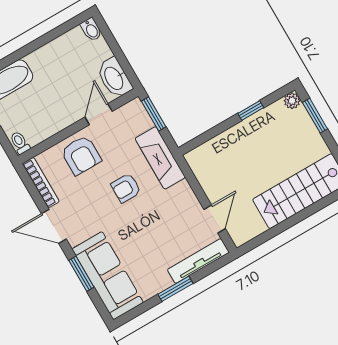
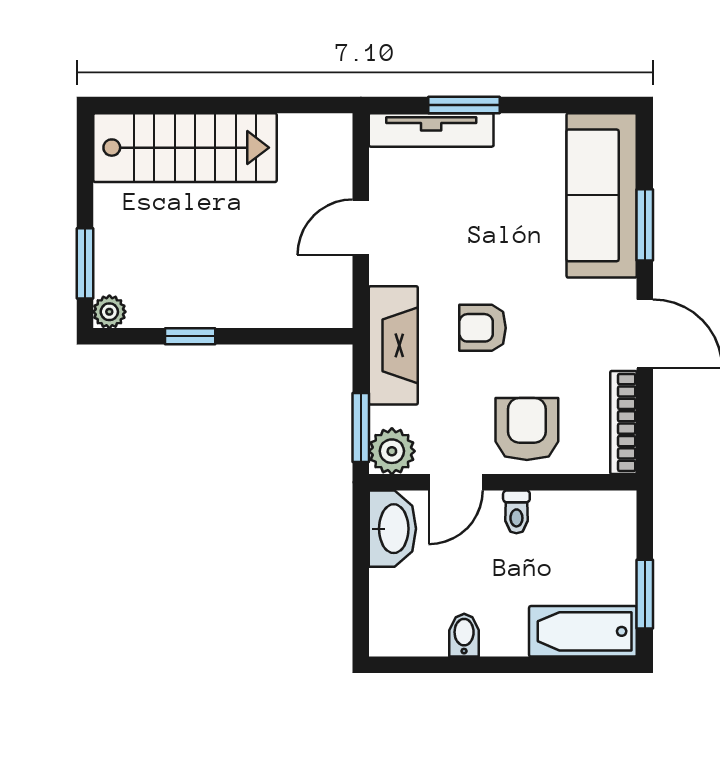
bidet: (91, 30) -> (464, 635), moved
plant: (134, 112) -> (392, 451), added
toilet: (20, 143) -> (516, 512), moved
armchair: (126, 188) -> (483, 328), turned 180
door: (215, 219) -> (361, 227), moved
window: (175, 289) -> (464, 105), moved

